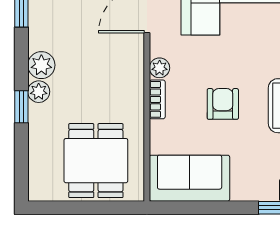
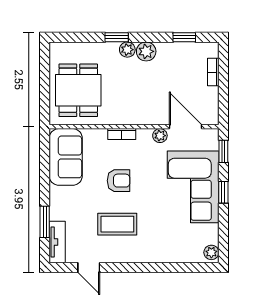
plant: (160, 68) -> (160, 136), moved
dining table: (96, 161) -> (78, 90), turned 90

